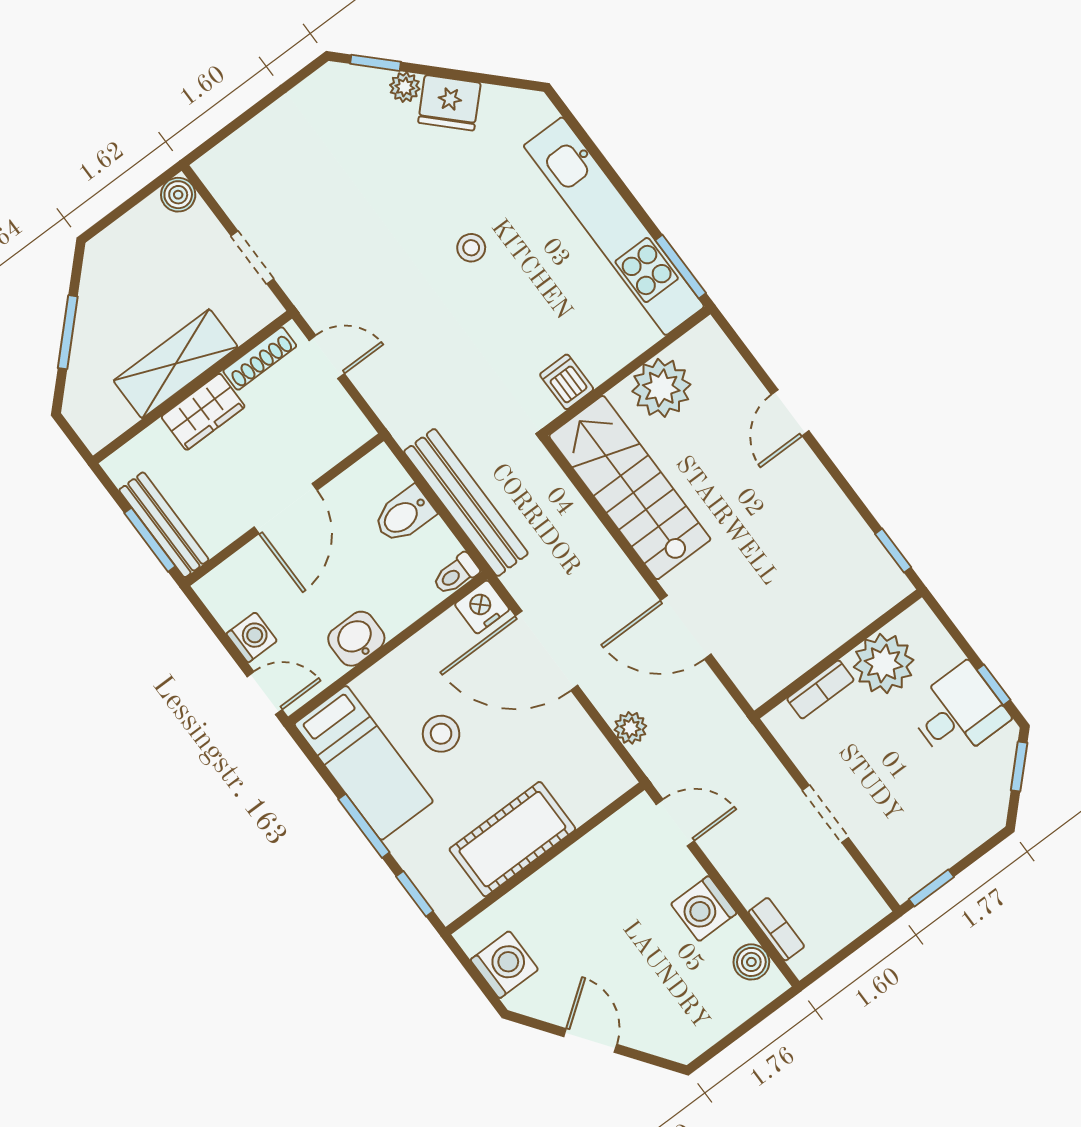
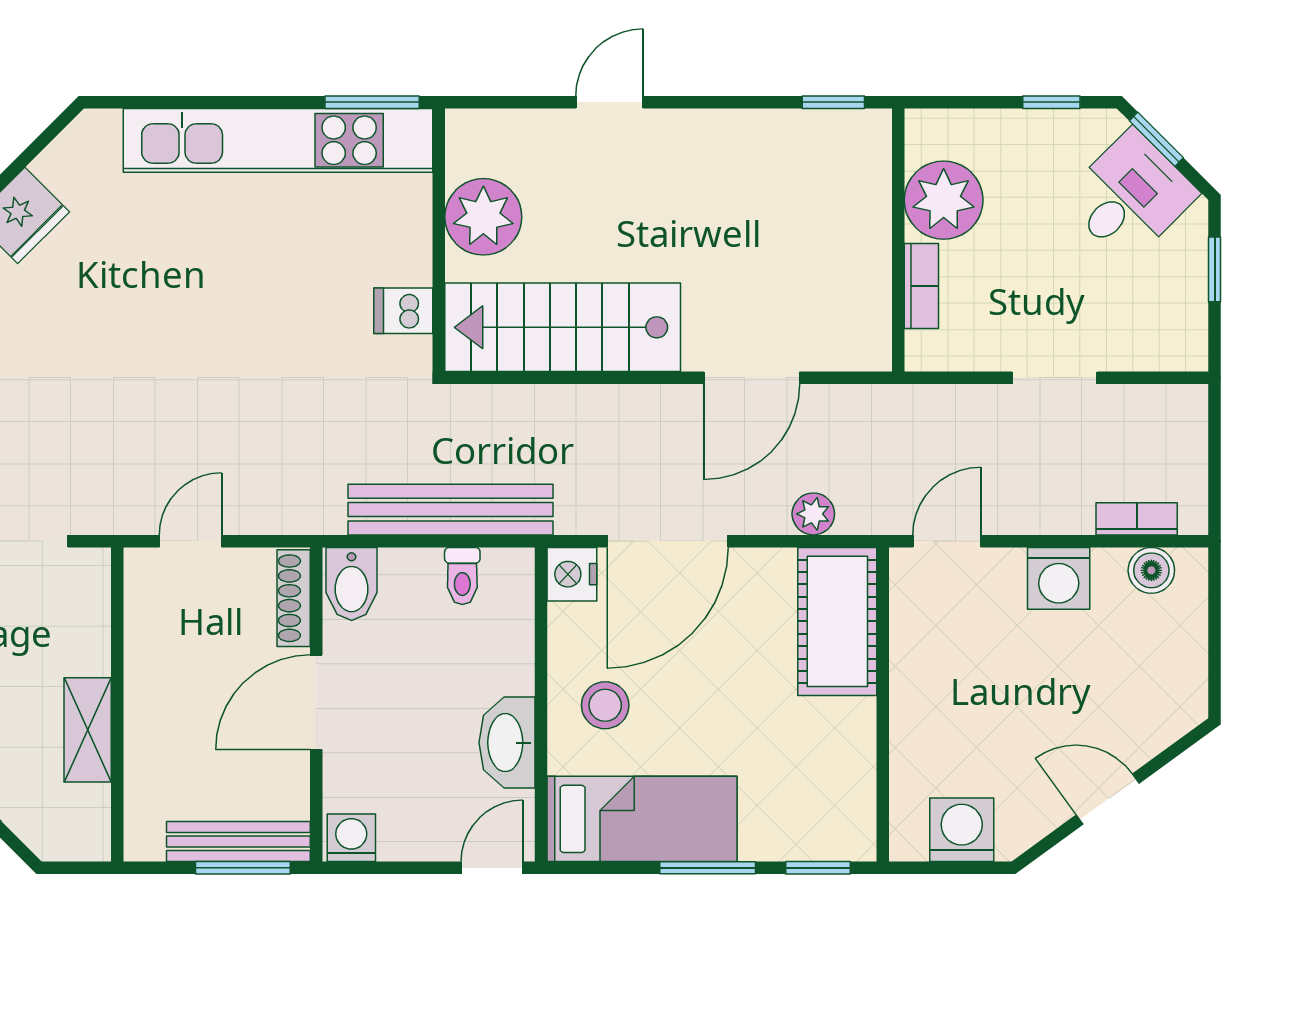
stool: (471, 248) -> (189, 306), removed
shoe rack: (260, 358) -> (294, 598), moved, turned 180
shelving: (176, 364) -> (88, 730), width x0.67, depth x0.75
wardrobe: (203, 412) -> (151, 713), removed
door: (790, 413) -> (610, 102), swing flipped
door: (285, 509) -> (316, 702), swing flipped
bidet: (404, 515) -> (352, 584), moved
toilet: (456, 574) -> (462, 576), moved
washing machine: (252, 637) -> (351, 838), moved
washbasin: (356, 639) -> (507, 743), width x1.38
desk: (958, 713) -> (1130, 196), moved, turned 45
stool: (441, 734) -> (605, 705), moved
cot: (512, 839) -> (837, 621), moved
window: (931, 888) -> (1215, 269), moved

